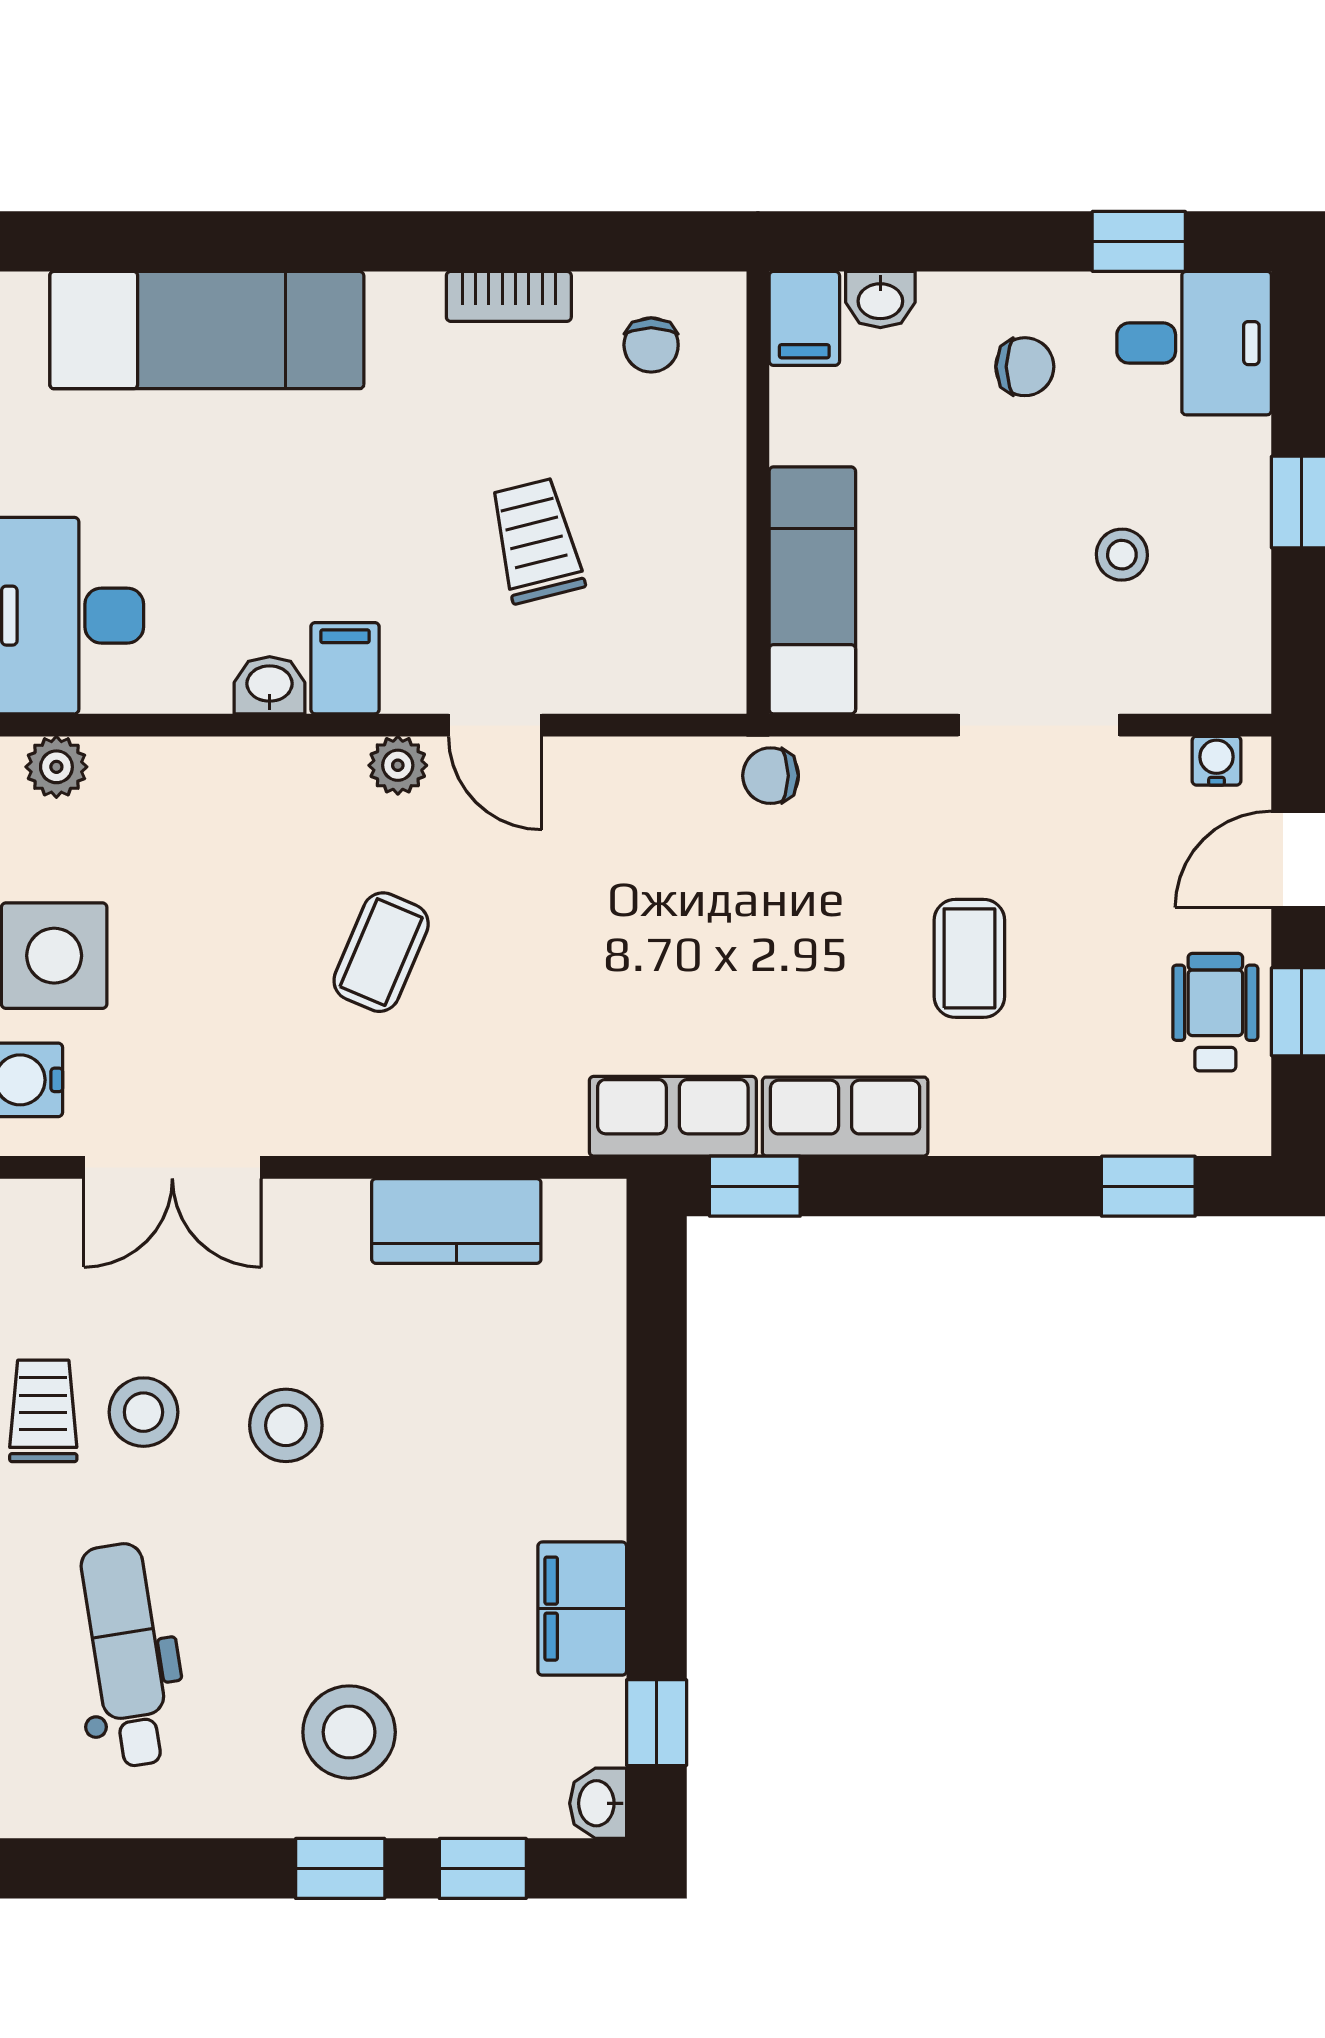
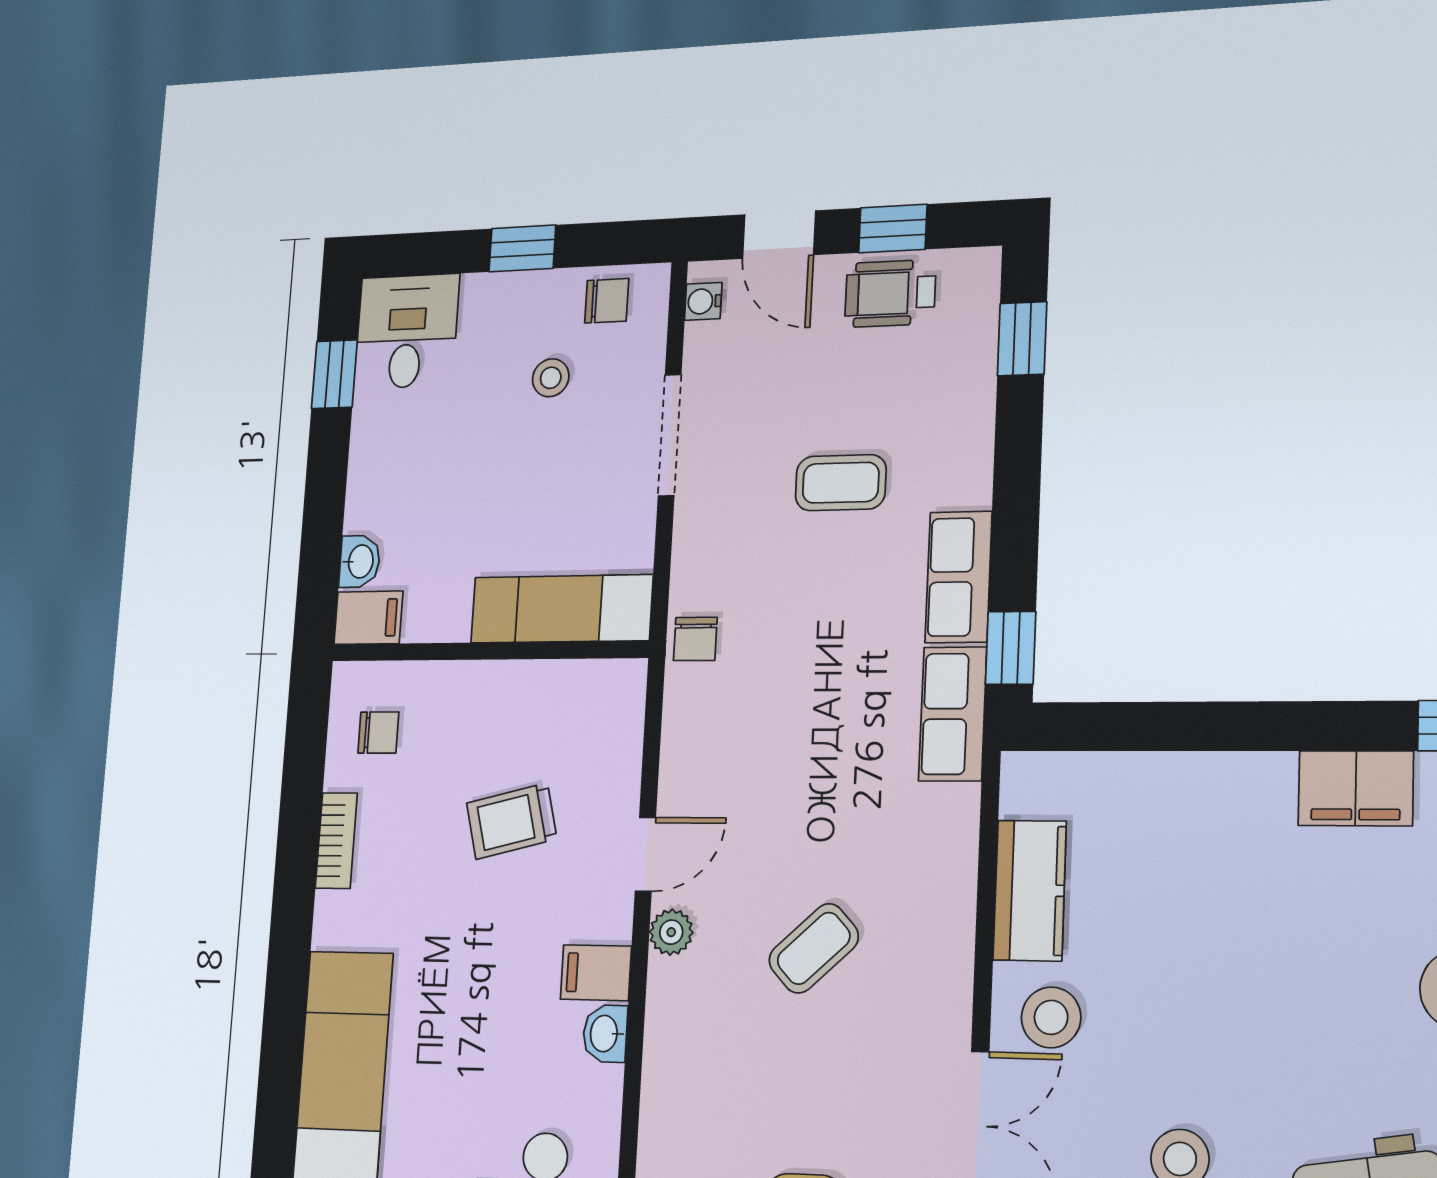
chair: (1025, 367) -> (607, 301), moved, turned 90
coffee table: (381, 952) -> (814, 948), turned -66
stool: (286, 1425) -> (1051, 1017), moved

